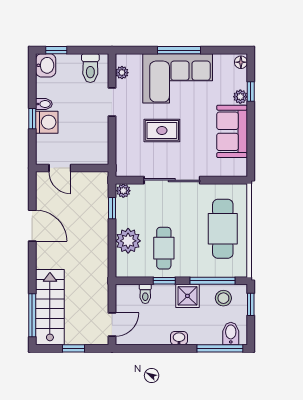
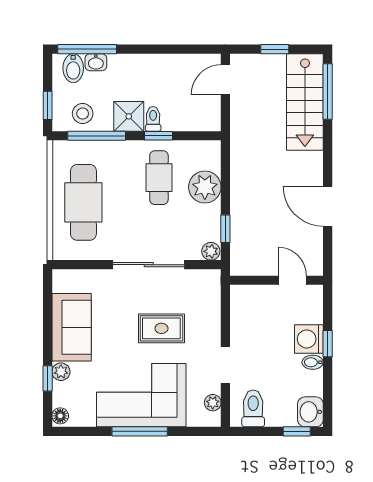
toilet: (145, 294) -> (153, 119), moved
washbasin: (179, 338) -> (96, 62), moved

